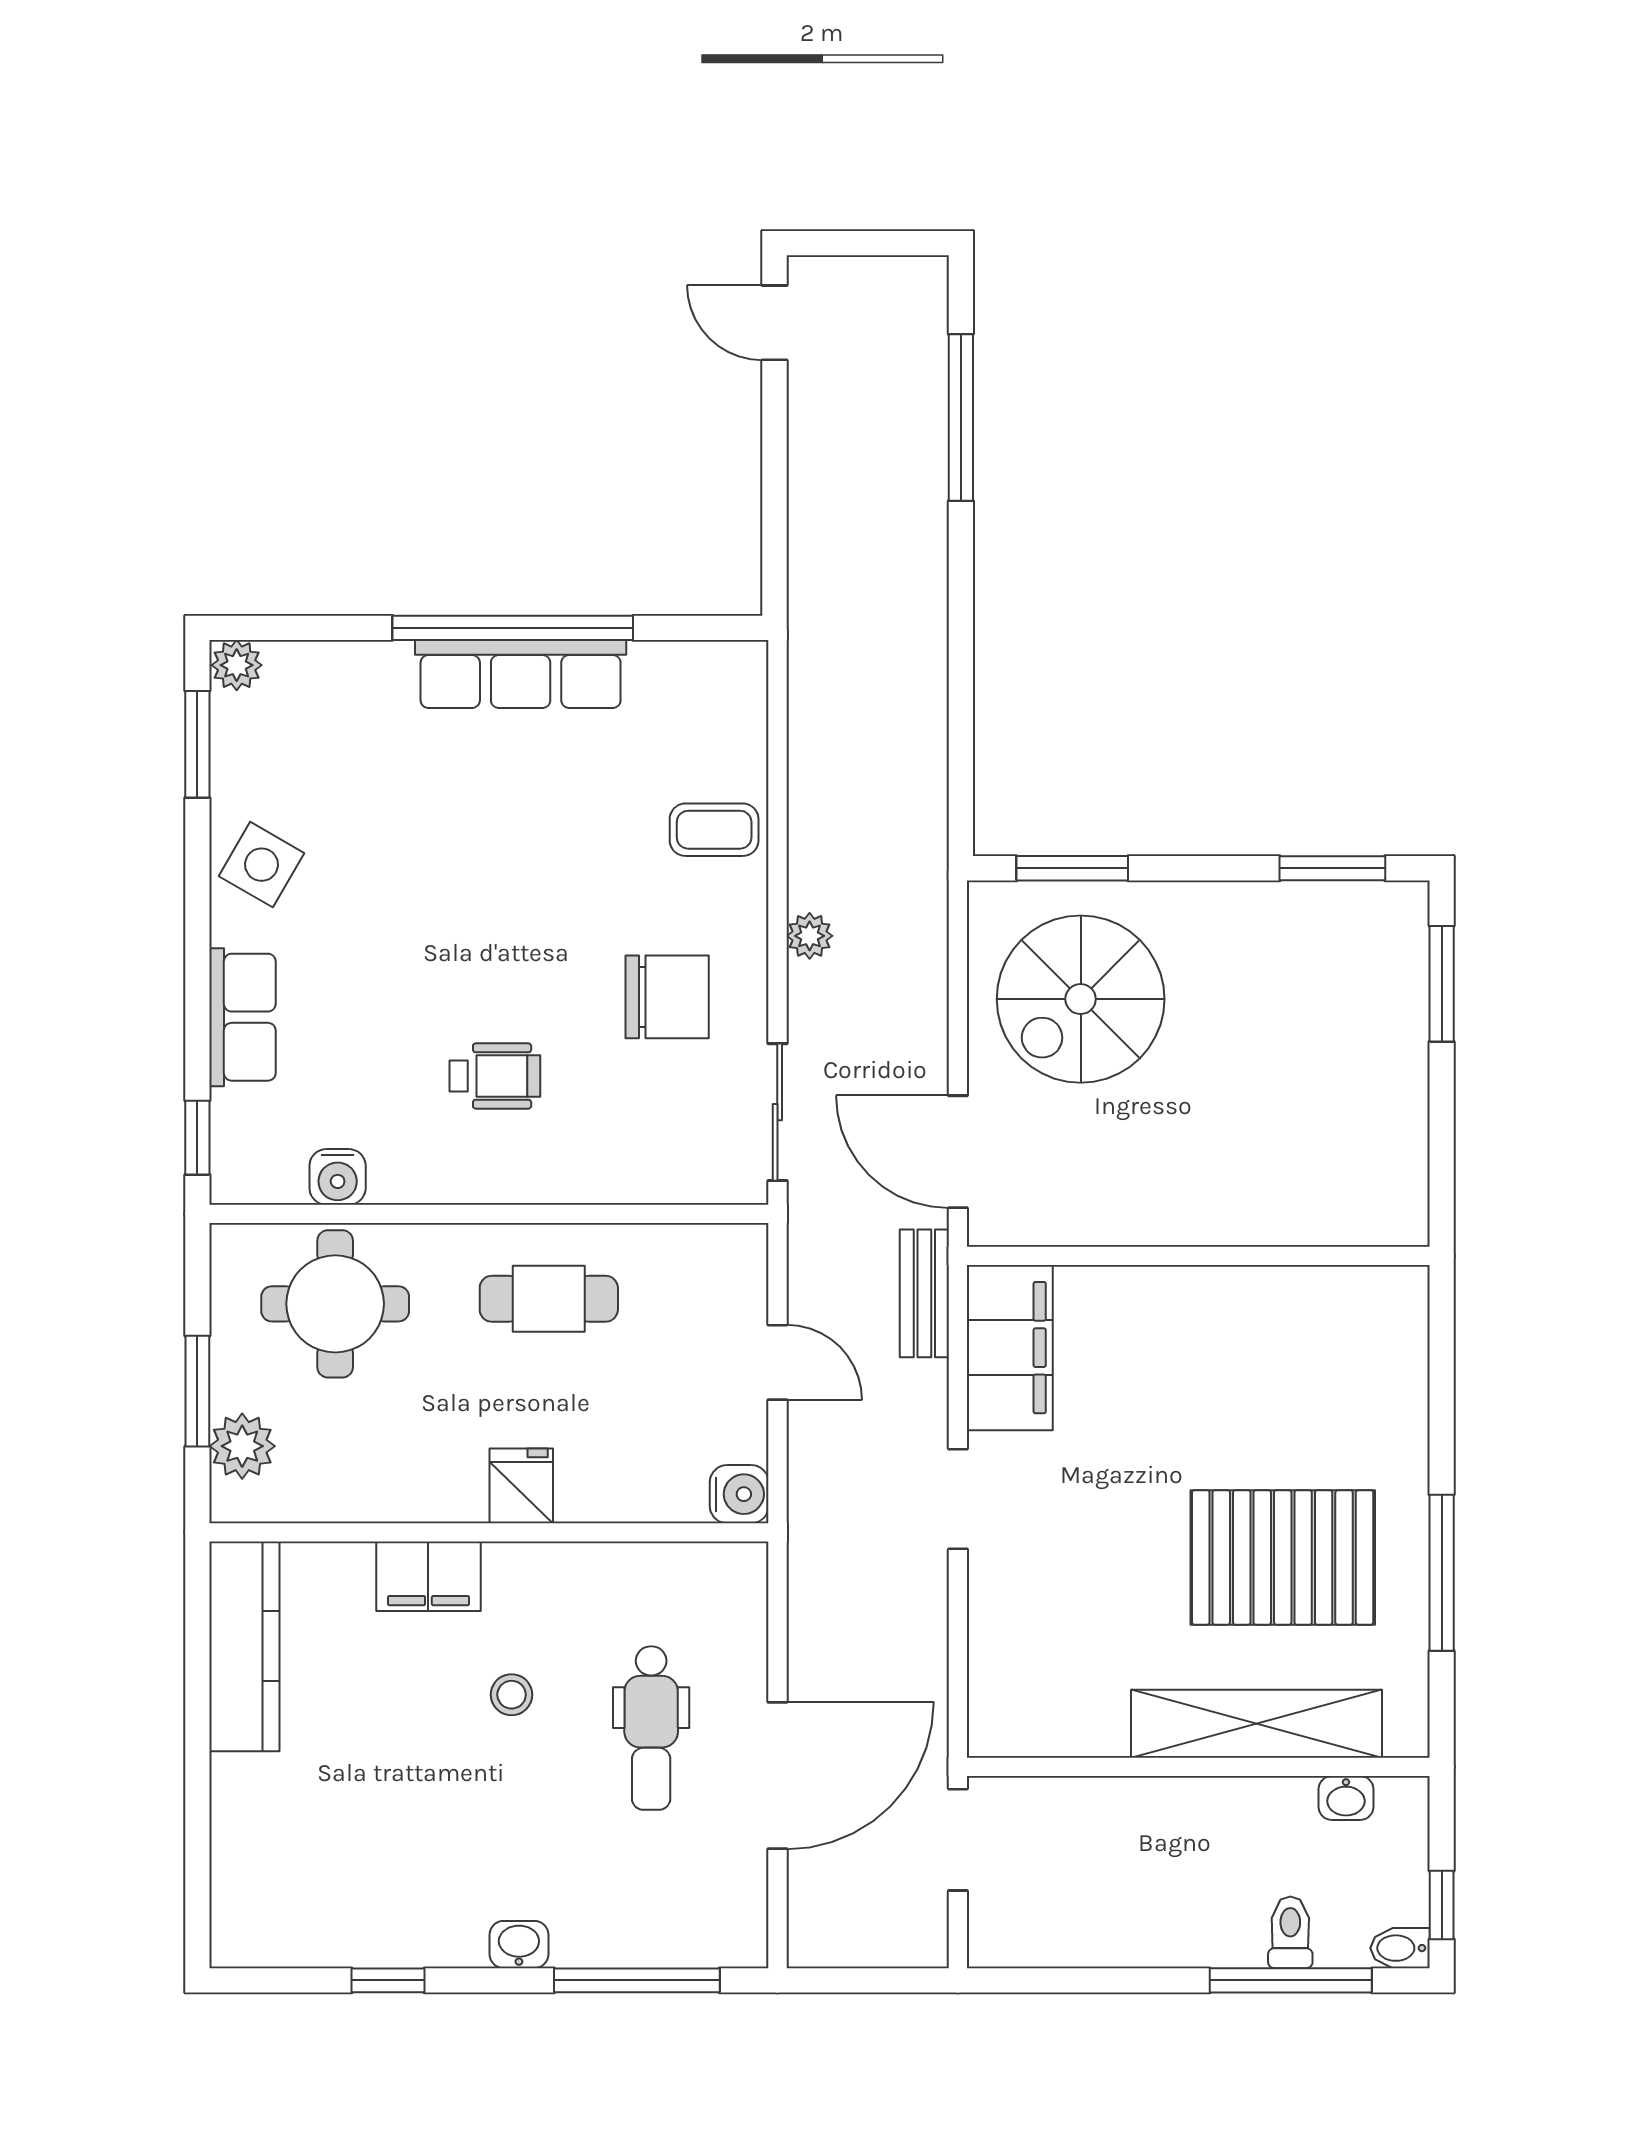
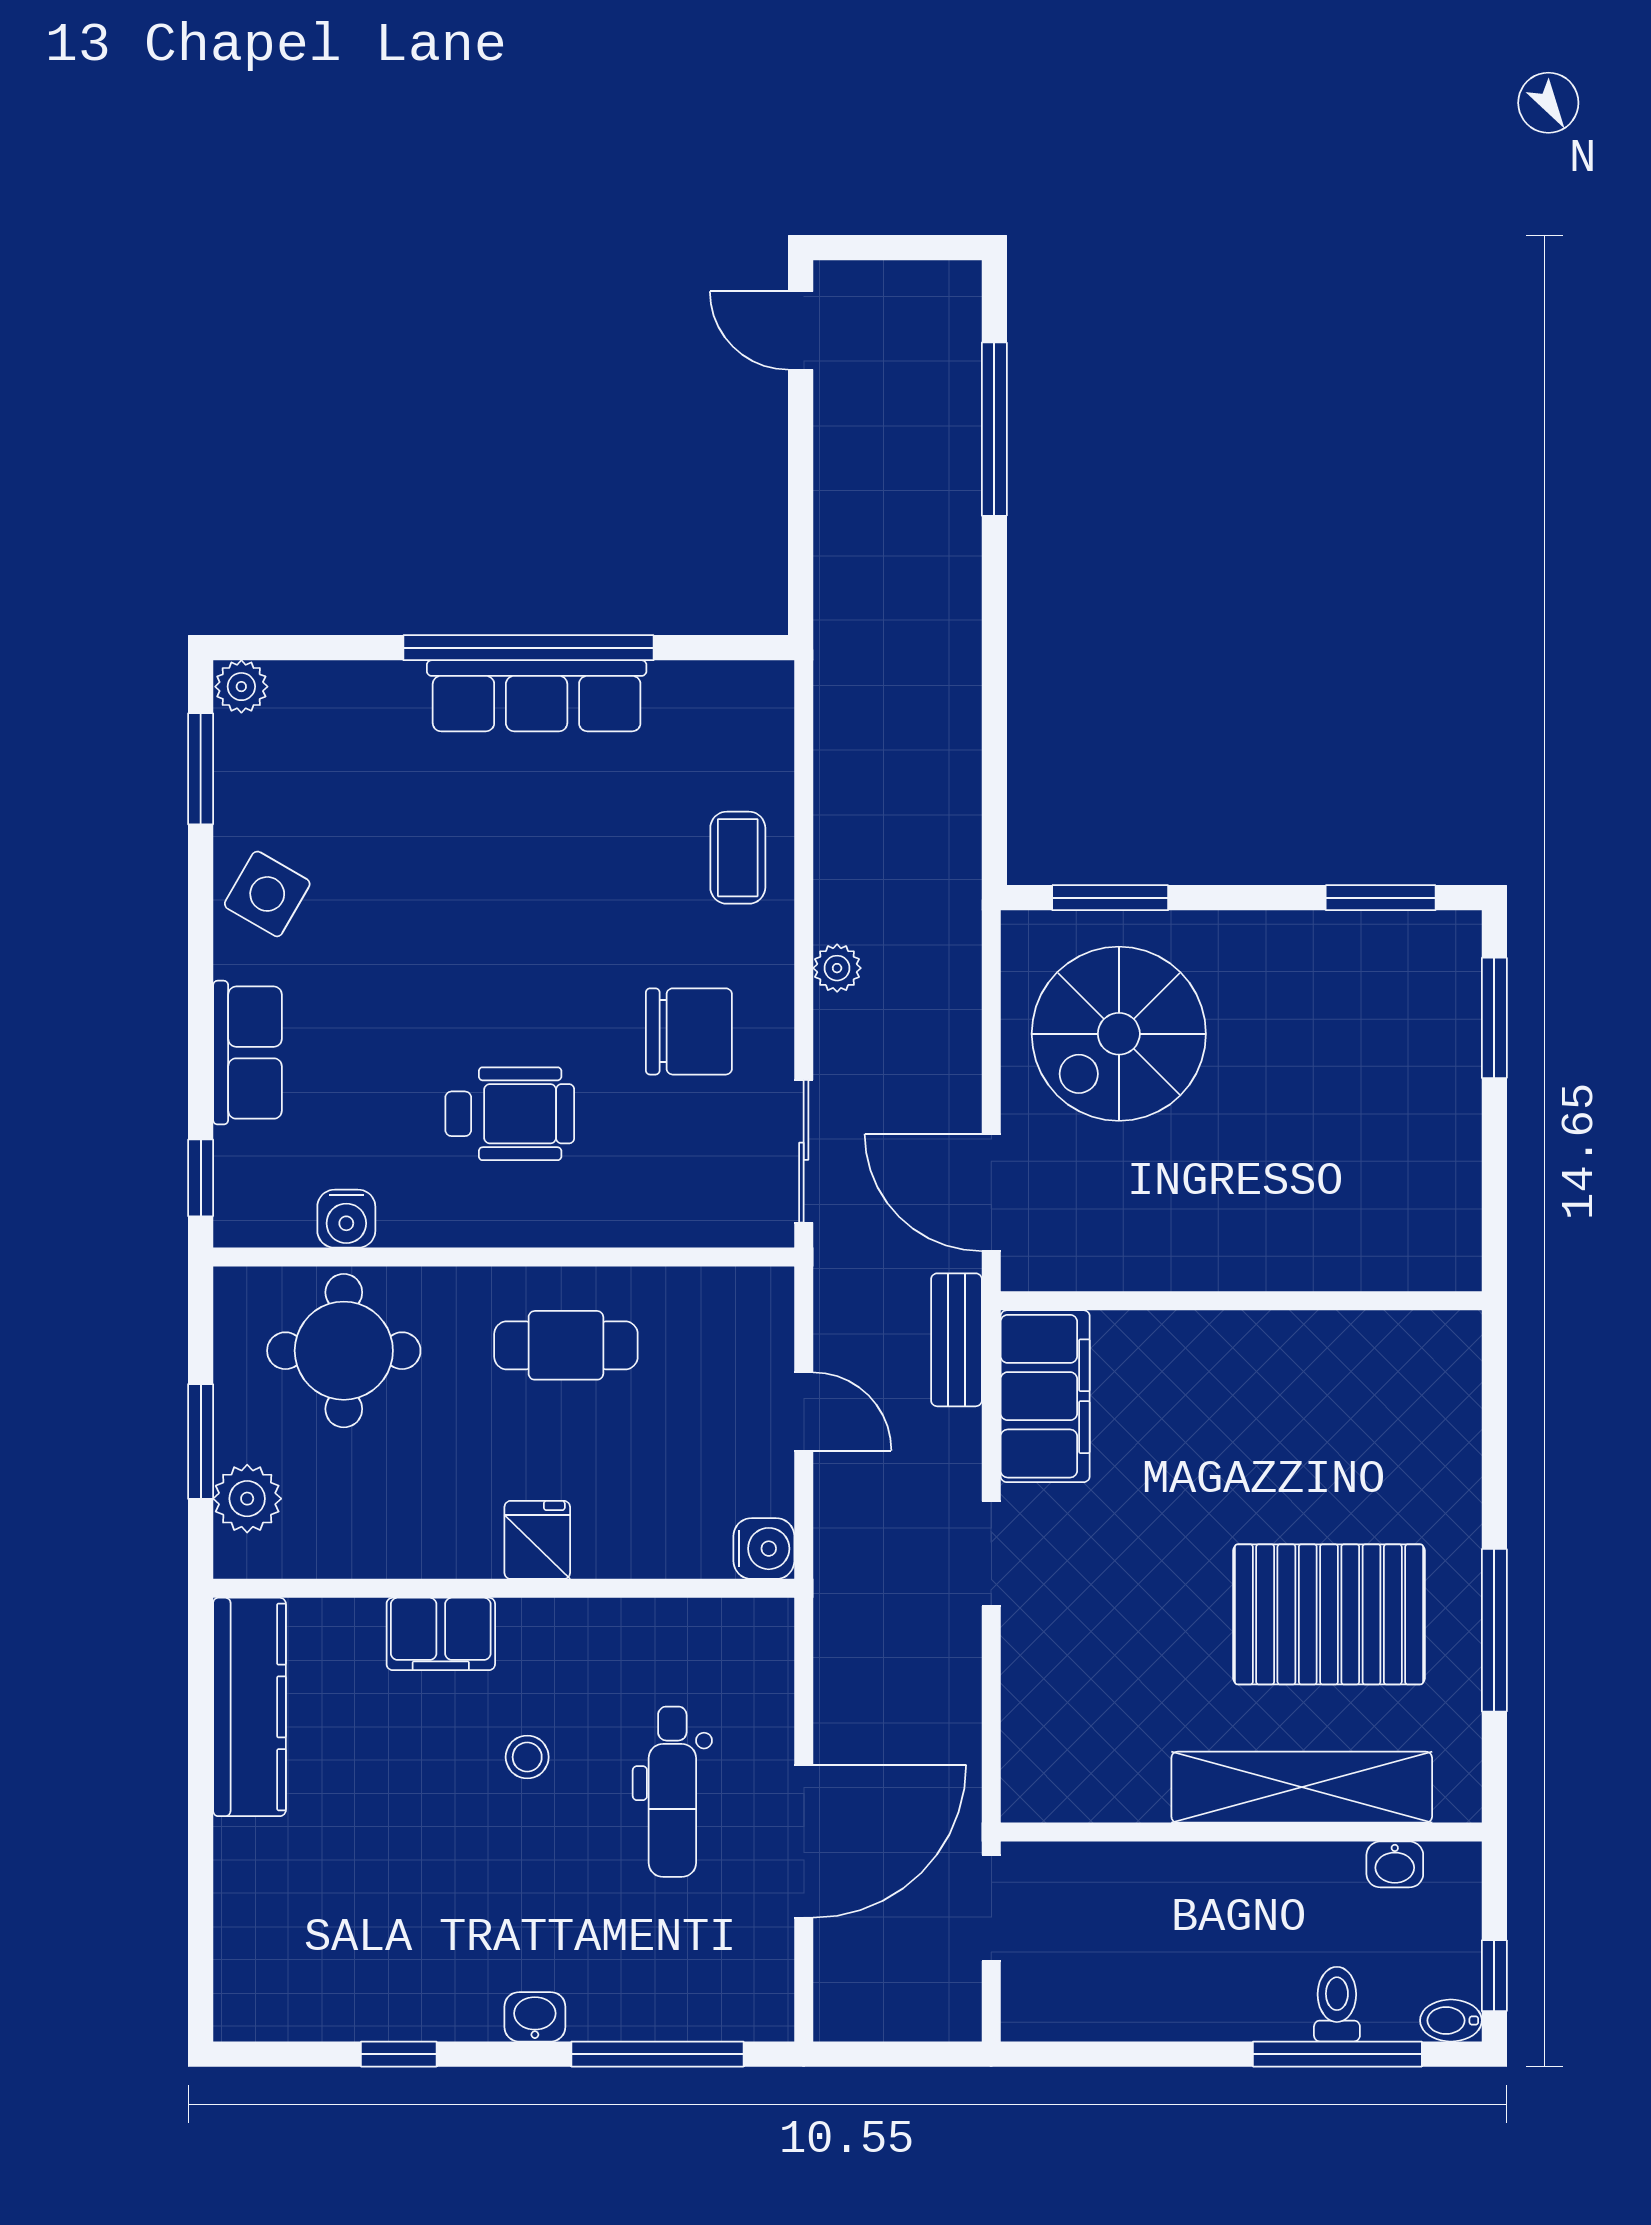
coffee table: (714, 830) -> (738, 858), turned 90
wheelchair: (495, 1076) -> (510, 1114), width x1.36, depth x1.37

